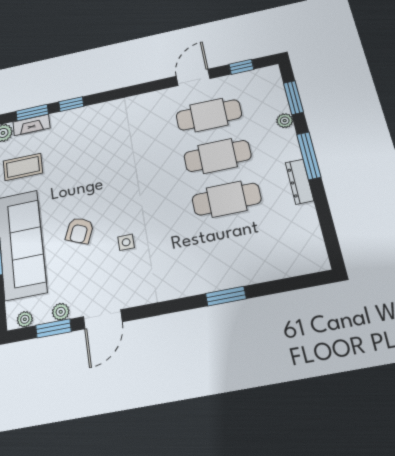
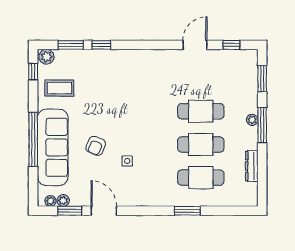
cafe table: (209, 115) -> (201, 178), moved
plant: (285, 121) -> (252, 120), moved
fireplace: (31, 125) -> (69, 55), removed
dresser: (299, 182) -> (252, 166), moved
plant: (61, 312) -> (63, 200), moved
door: (103, 319) -> (104, 211), swing flipped

